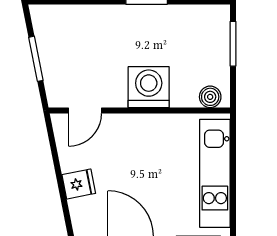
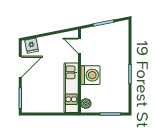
kitchen unit: (215, 173) -> (71, 88), moved, turned -90
fridge: (79, 184) -> (32, 46), moved

